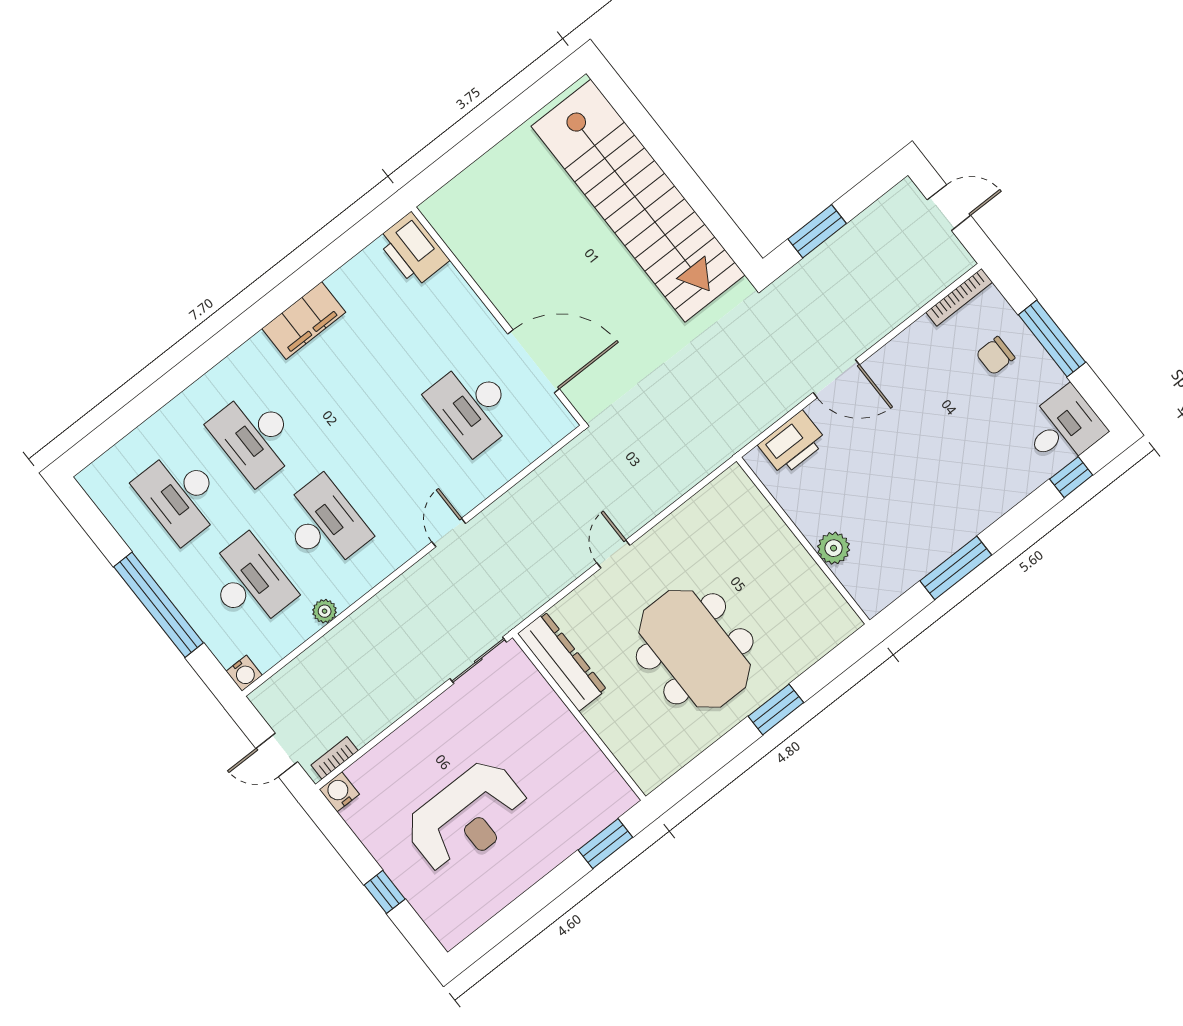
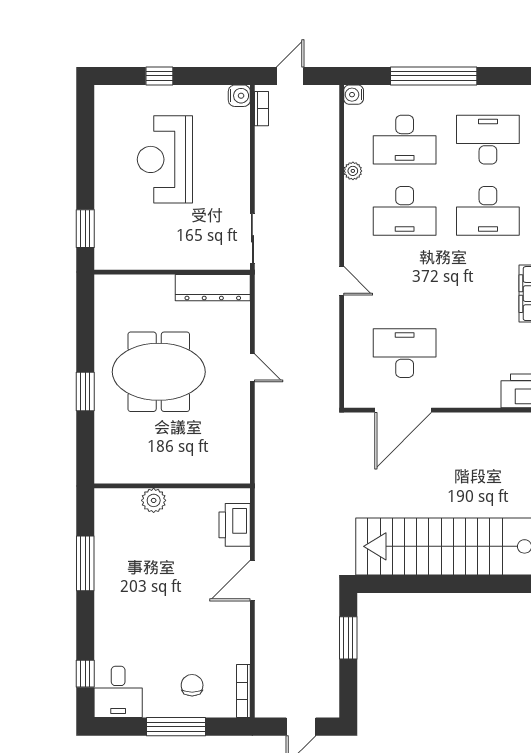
desk: (255, 437) -> (488, 211), turned 180

